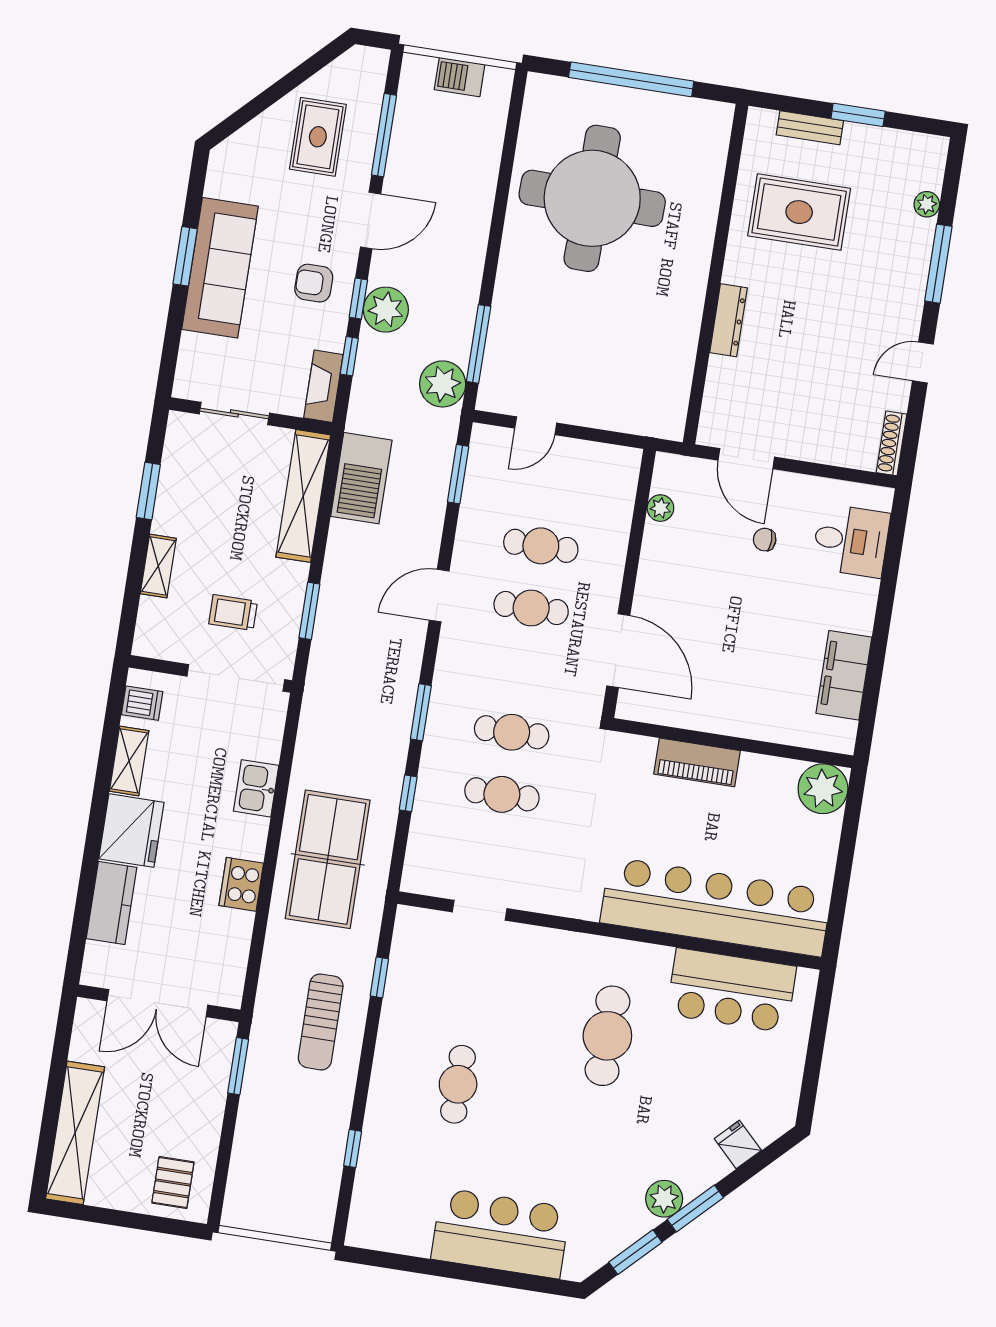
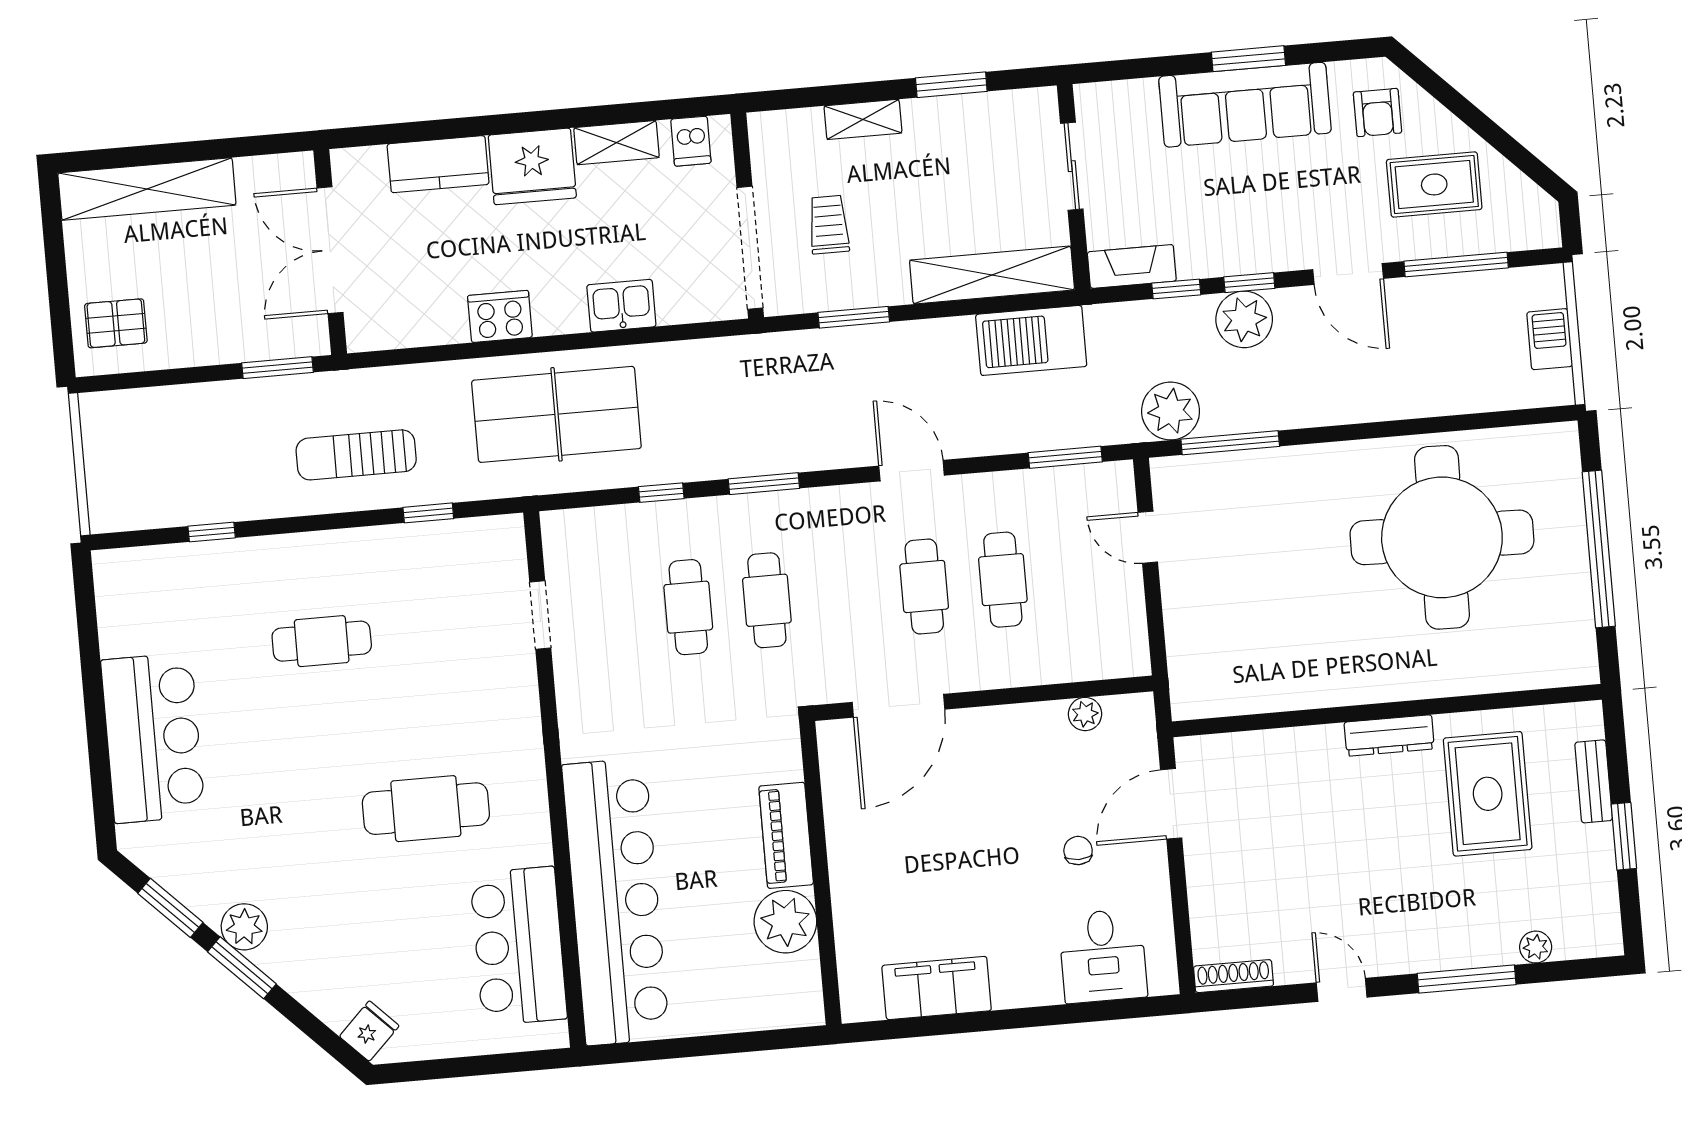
armchair: (314, 283) -> (1377, 113), moved, turned 180
dresser: (728, 320) -> (1389, 735), moved
plant: (823, 789) -> (785, 922), moved
fridge: (738, 1145) -> (369, 1031), moved

